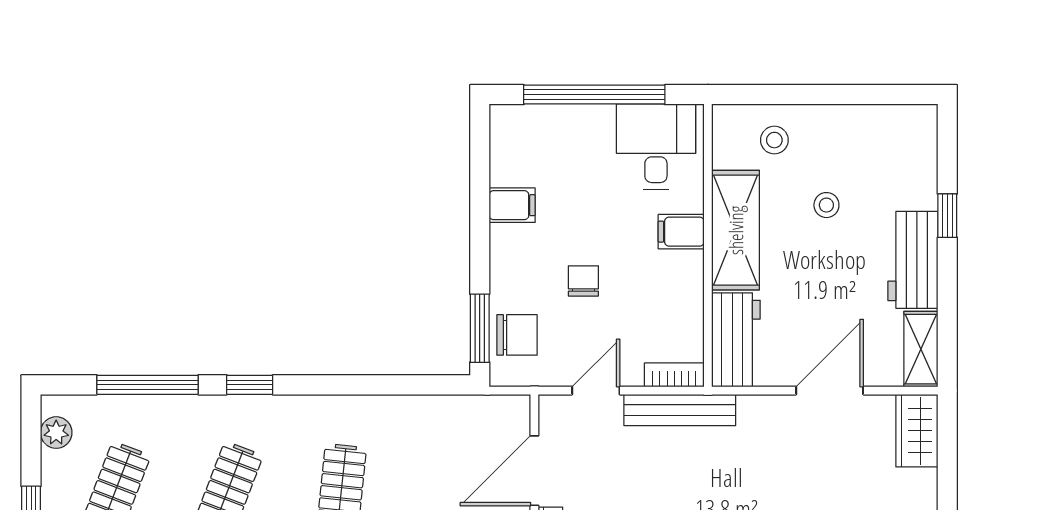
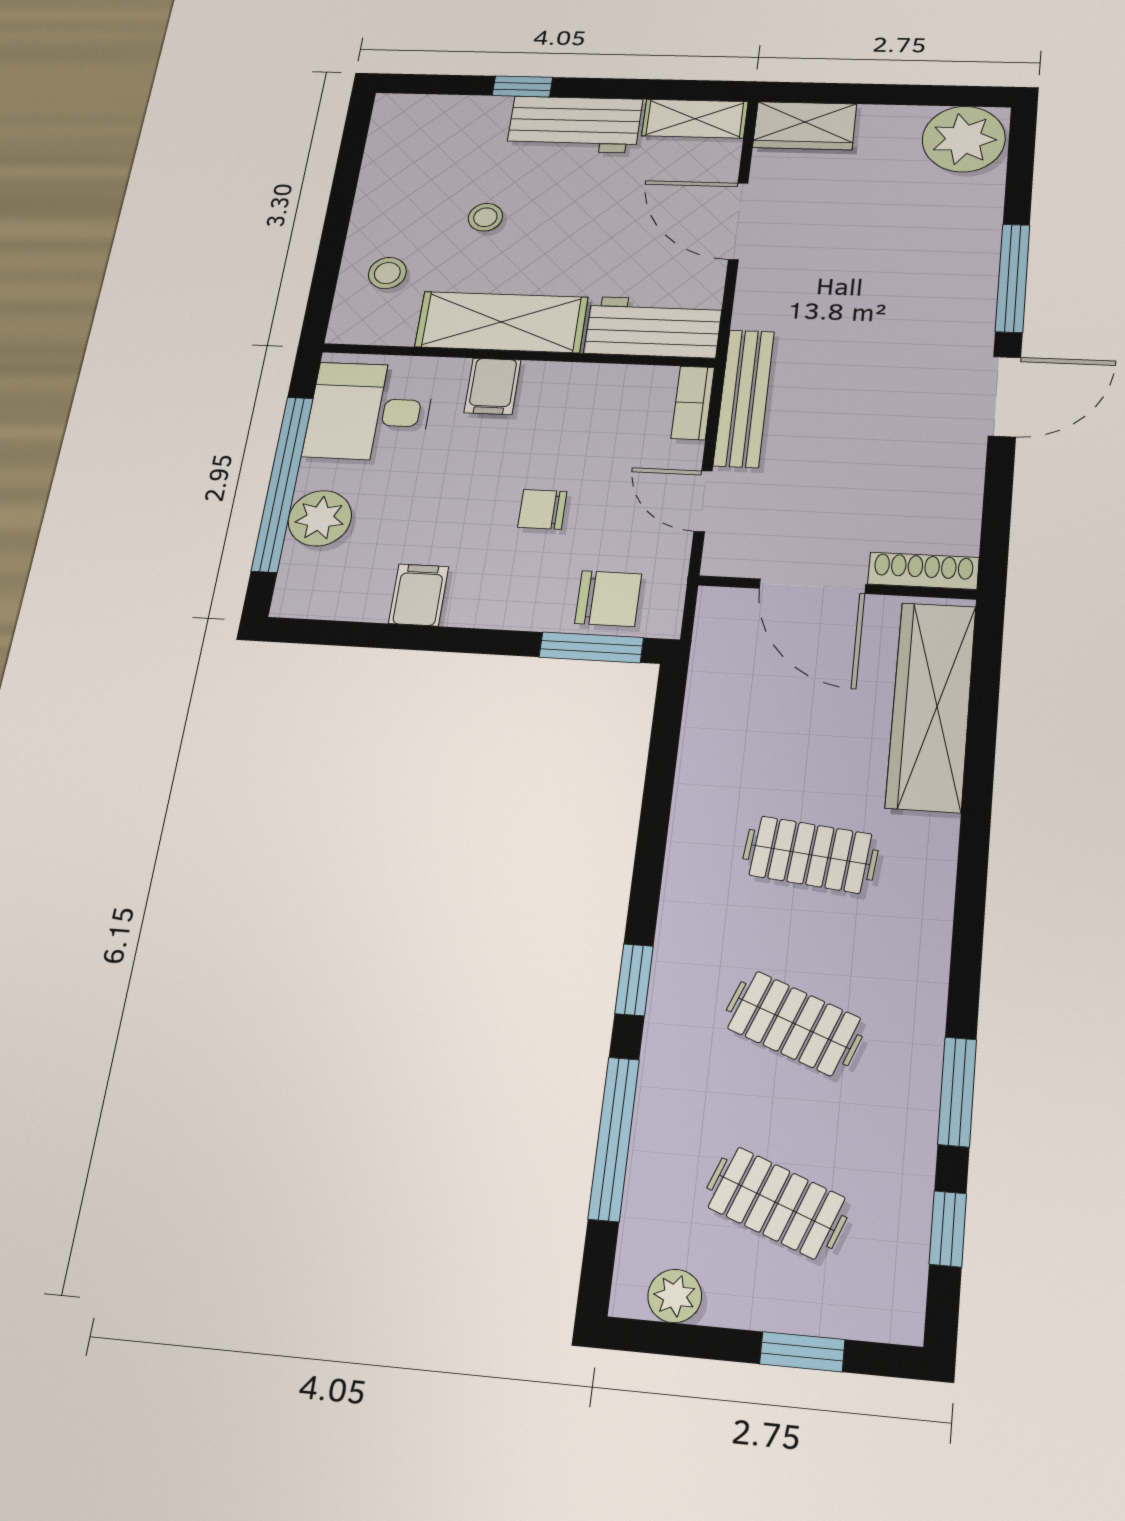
plant: (568, 126) -> (320, 518), added
chair: (517, 335) -> (608, 599), turned 90

